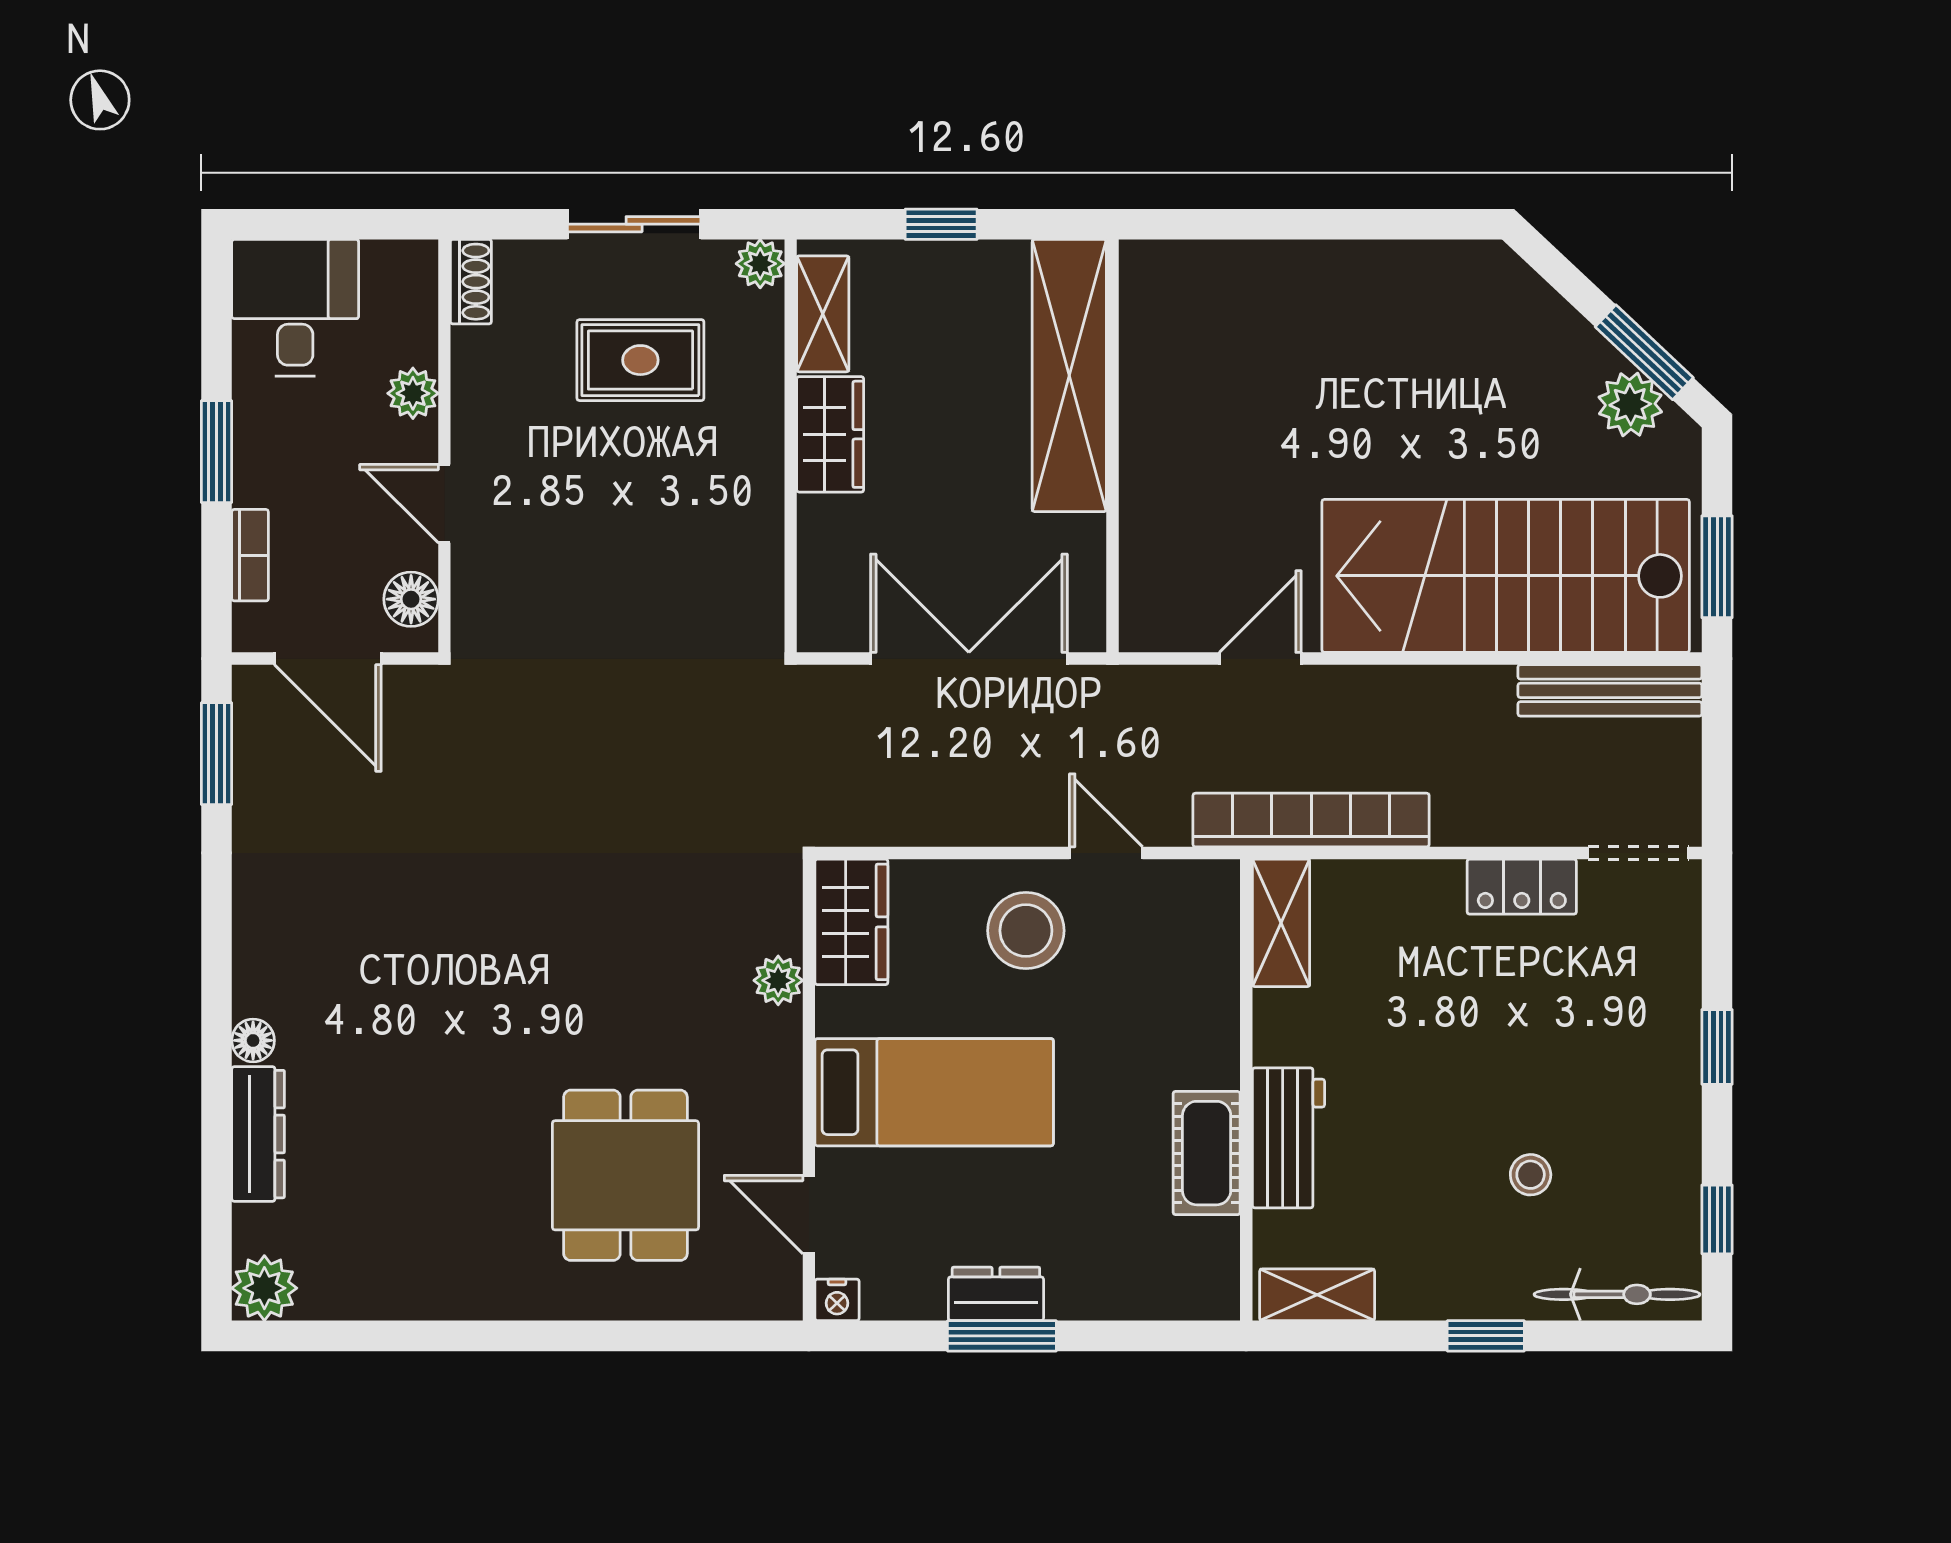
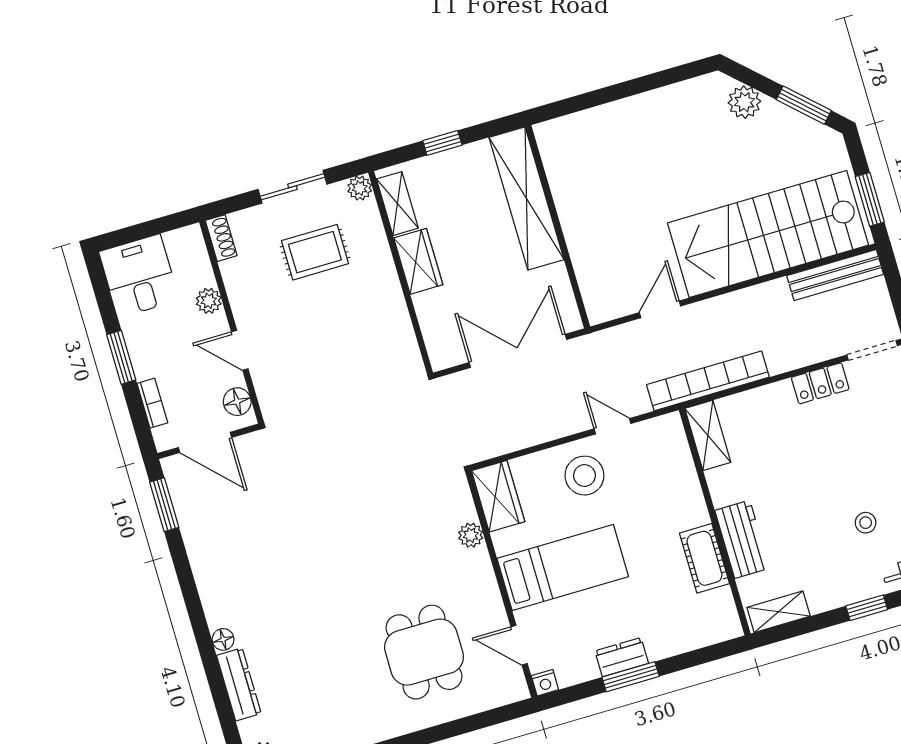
plant: (1630, 404) -> (744, 102), moved

